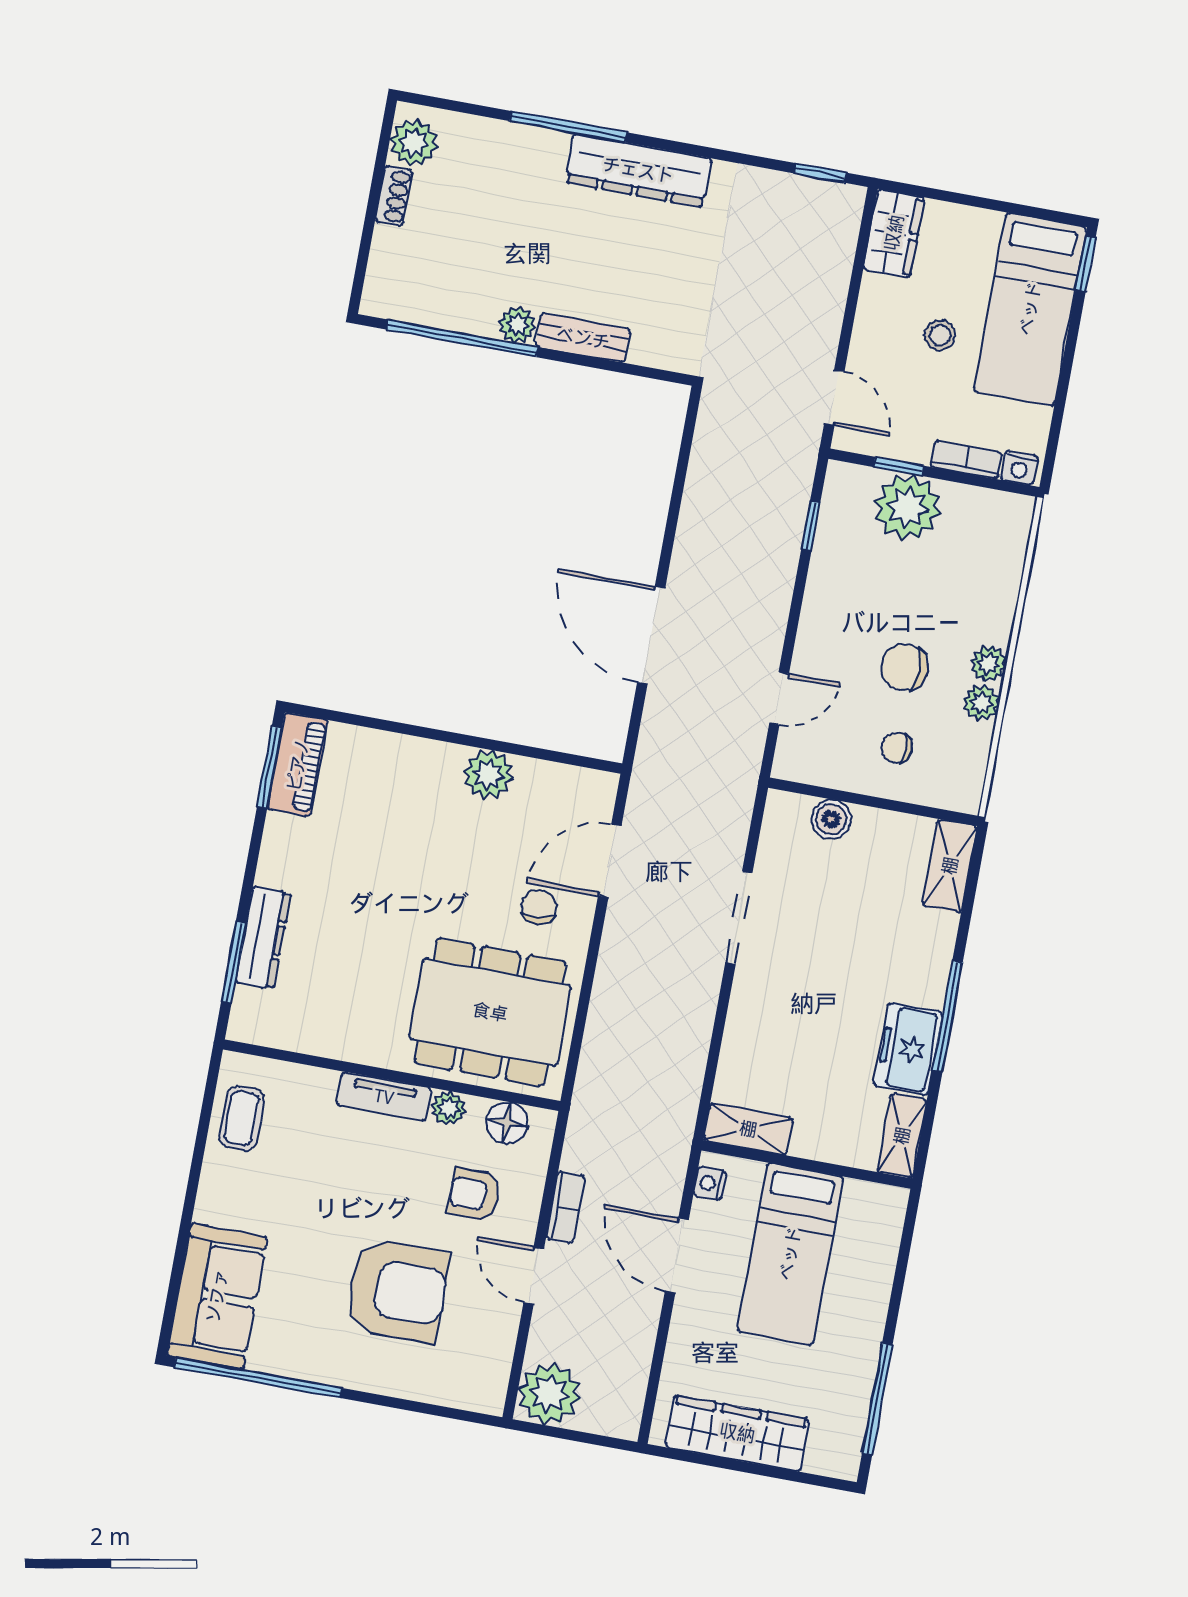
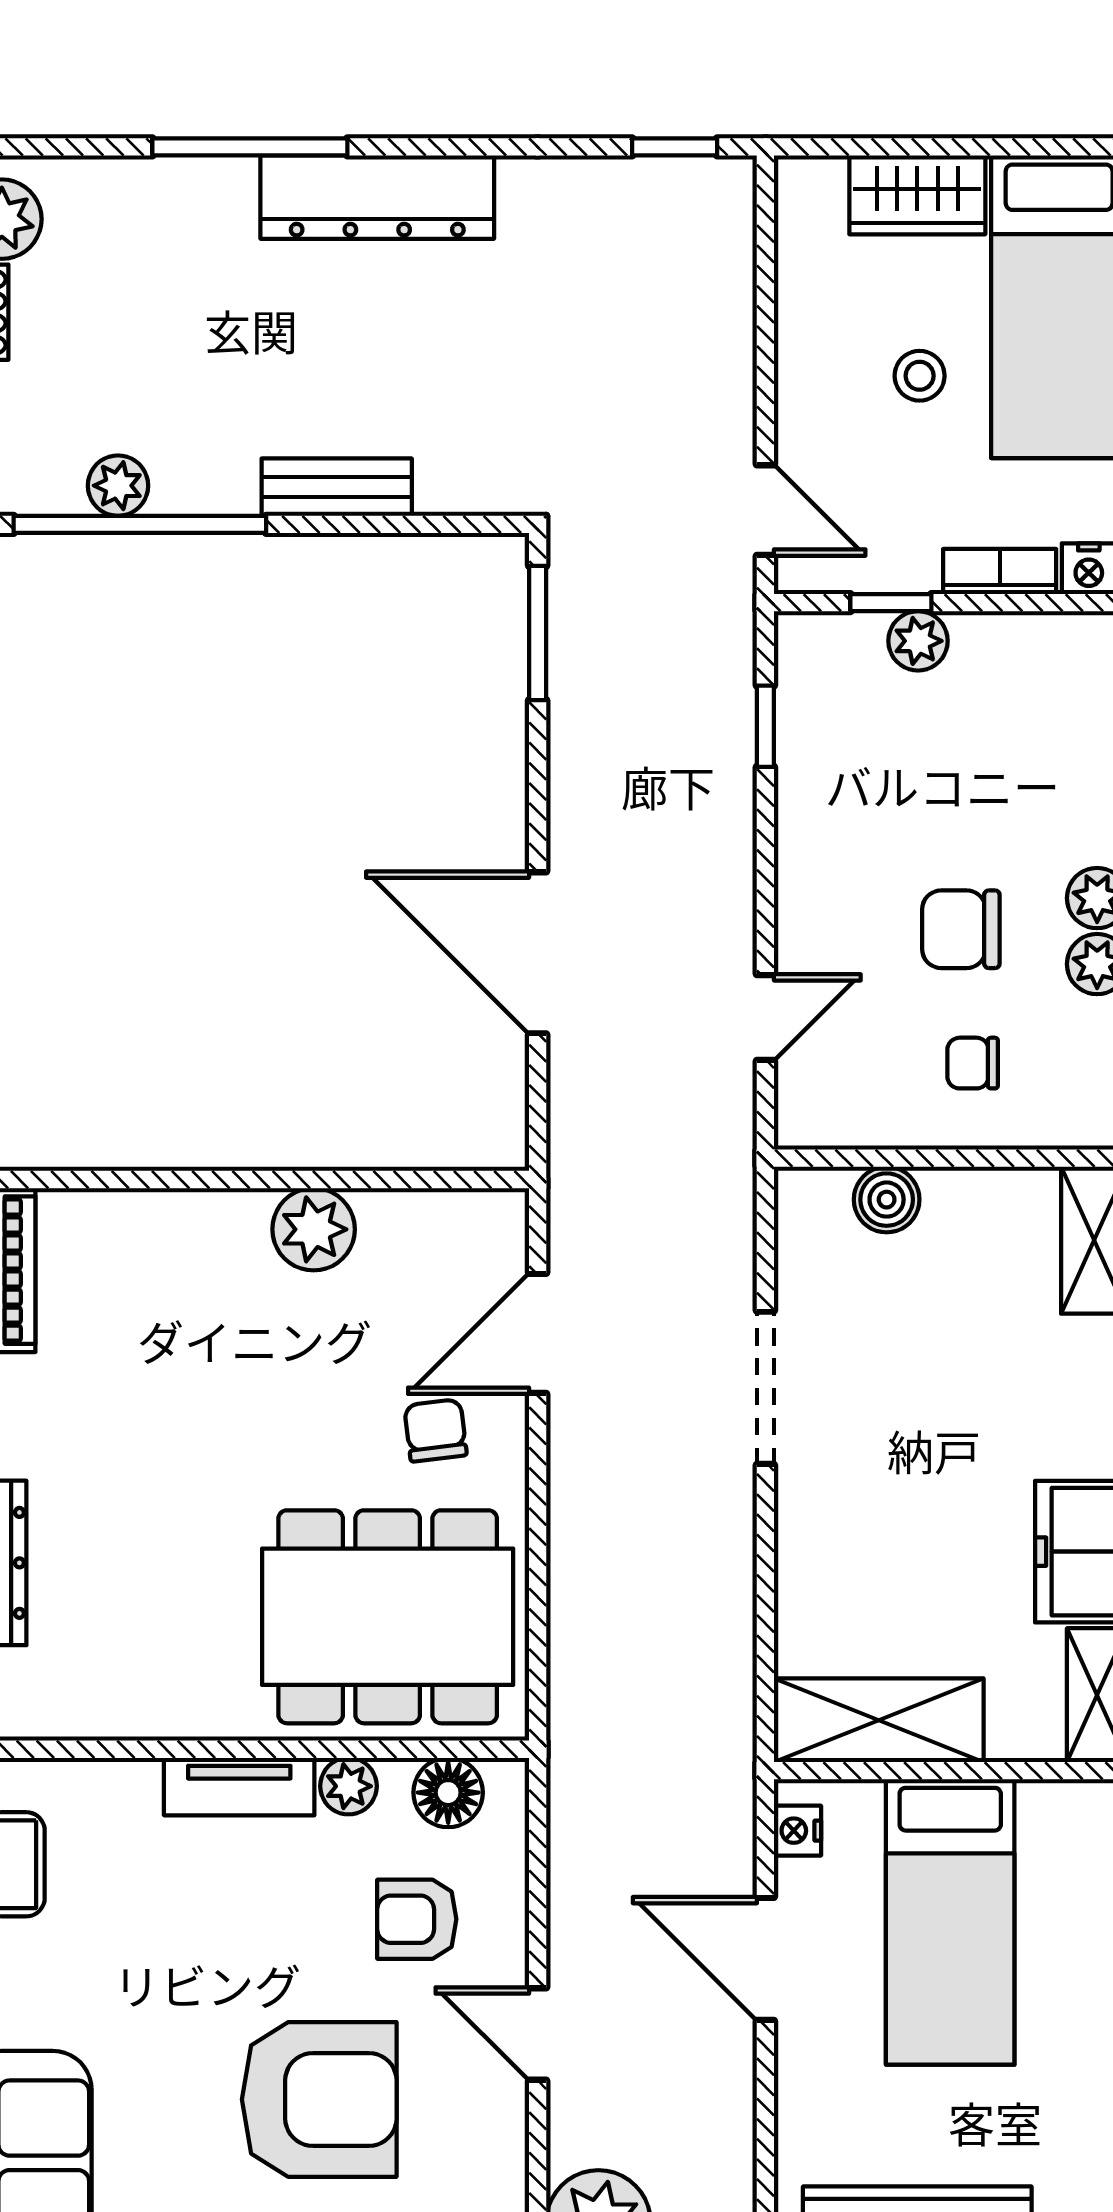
wardrobe: (894, 233) -> (917, 195), moved, turned 90
plant: (517, 325) -> (118, 486), moved
window: (686, 446) -> (538, 633), added
plant: (908, 507) -> (918, 641), width x0.53, depth x0.53
shelving: (748, 1129) -> (879, 1720), width x1.50, depth x1.33
bookcase: (565, 1207) -> (569, 1913), removed

